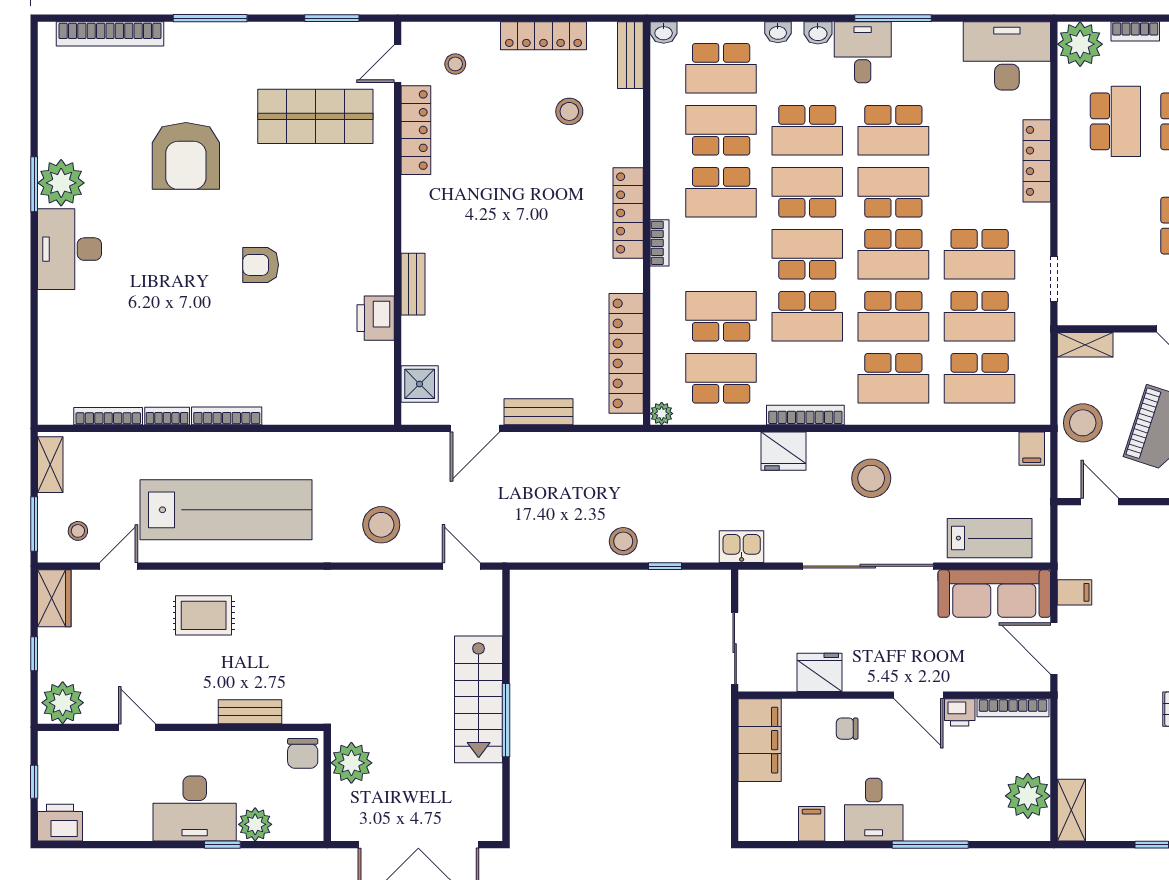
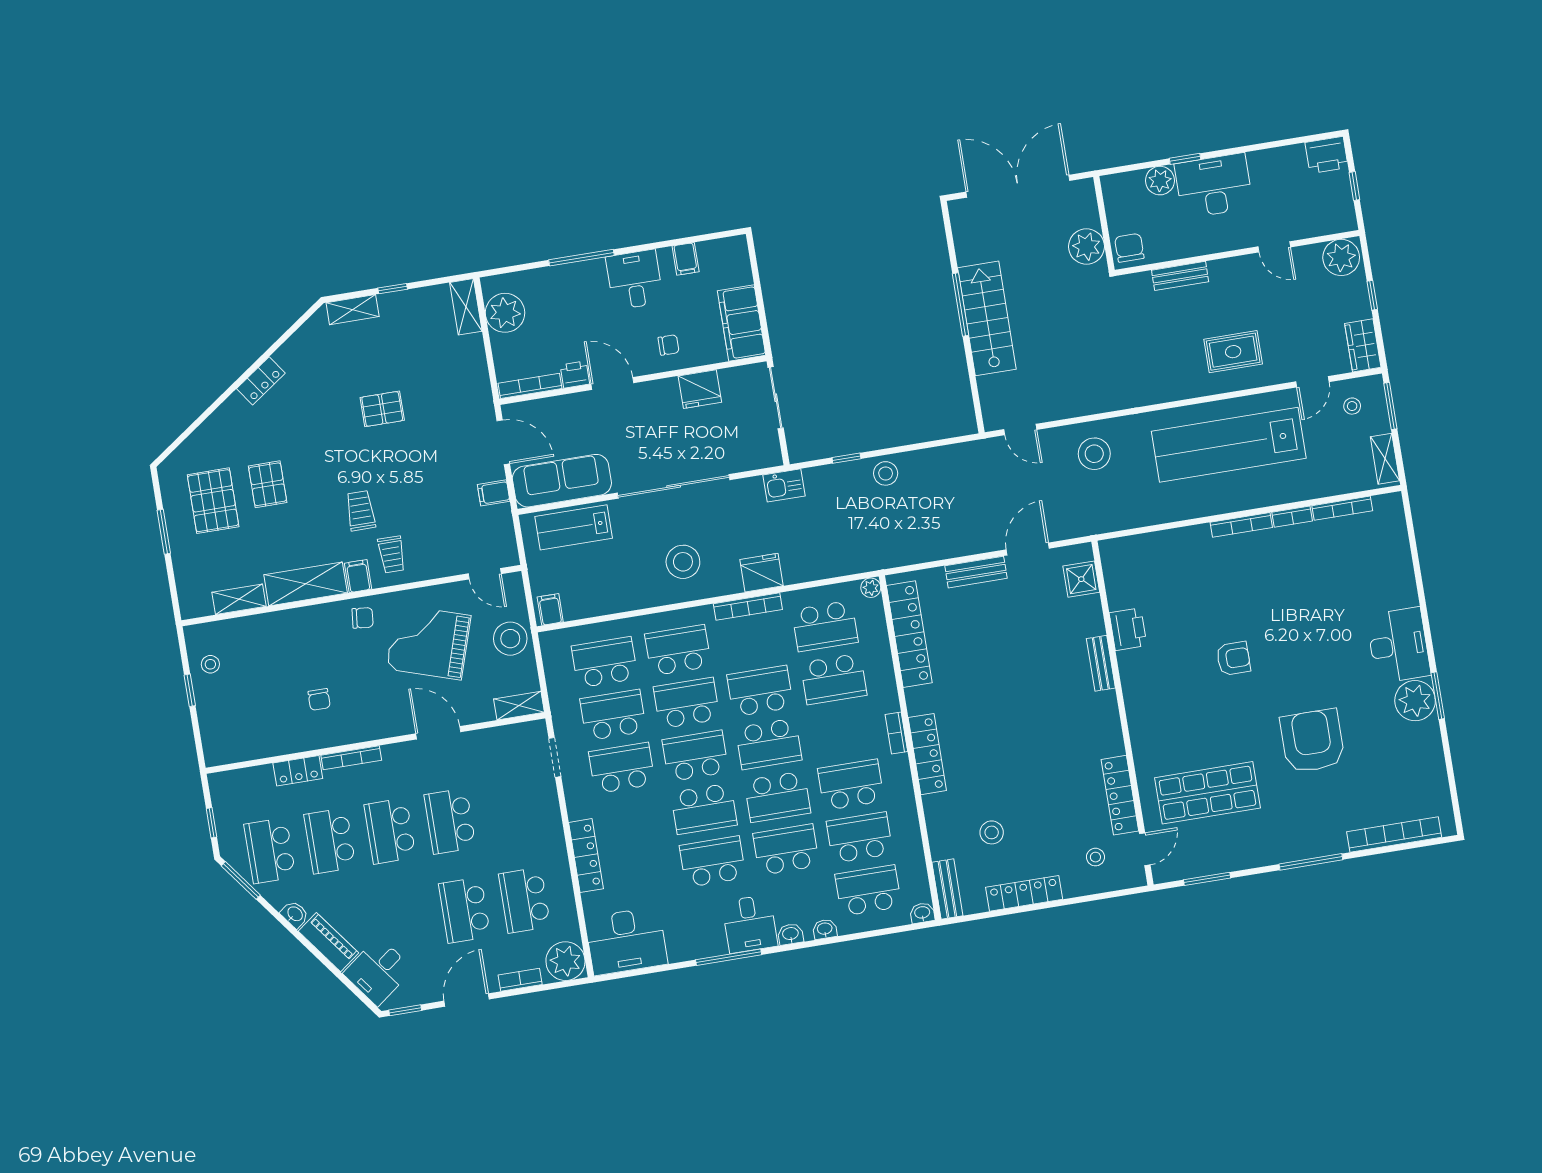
school desk: (721, 130) -> (860, 838), turned 180

